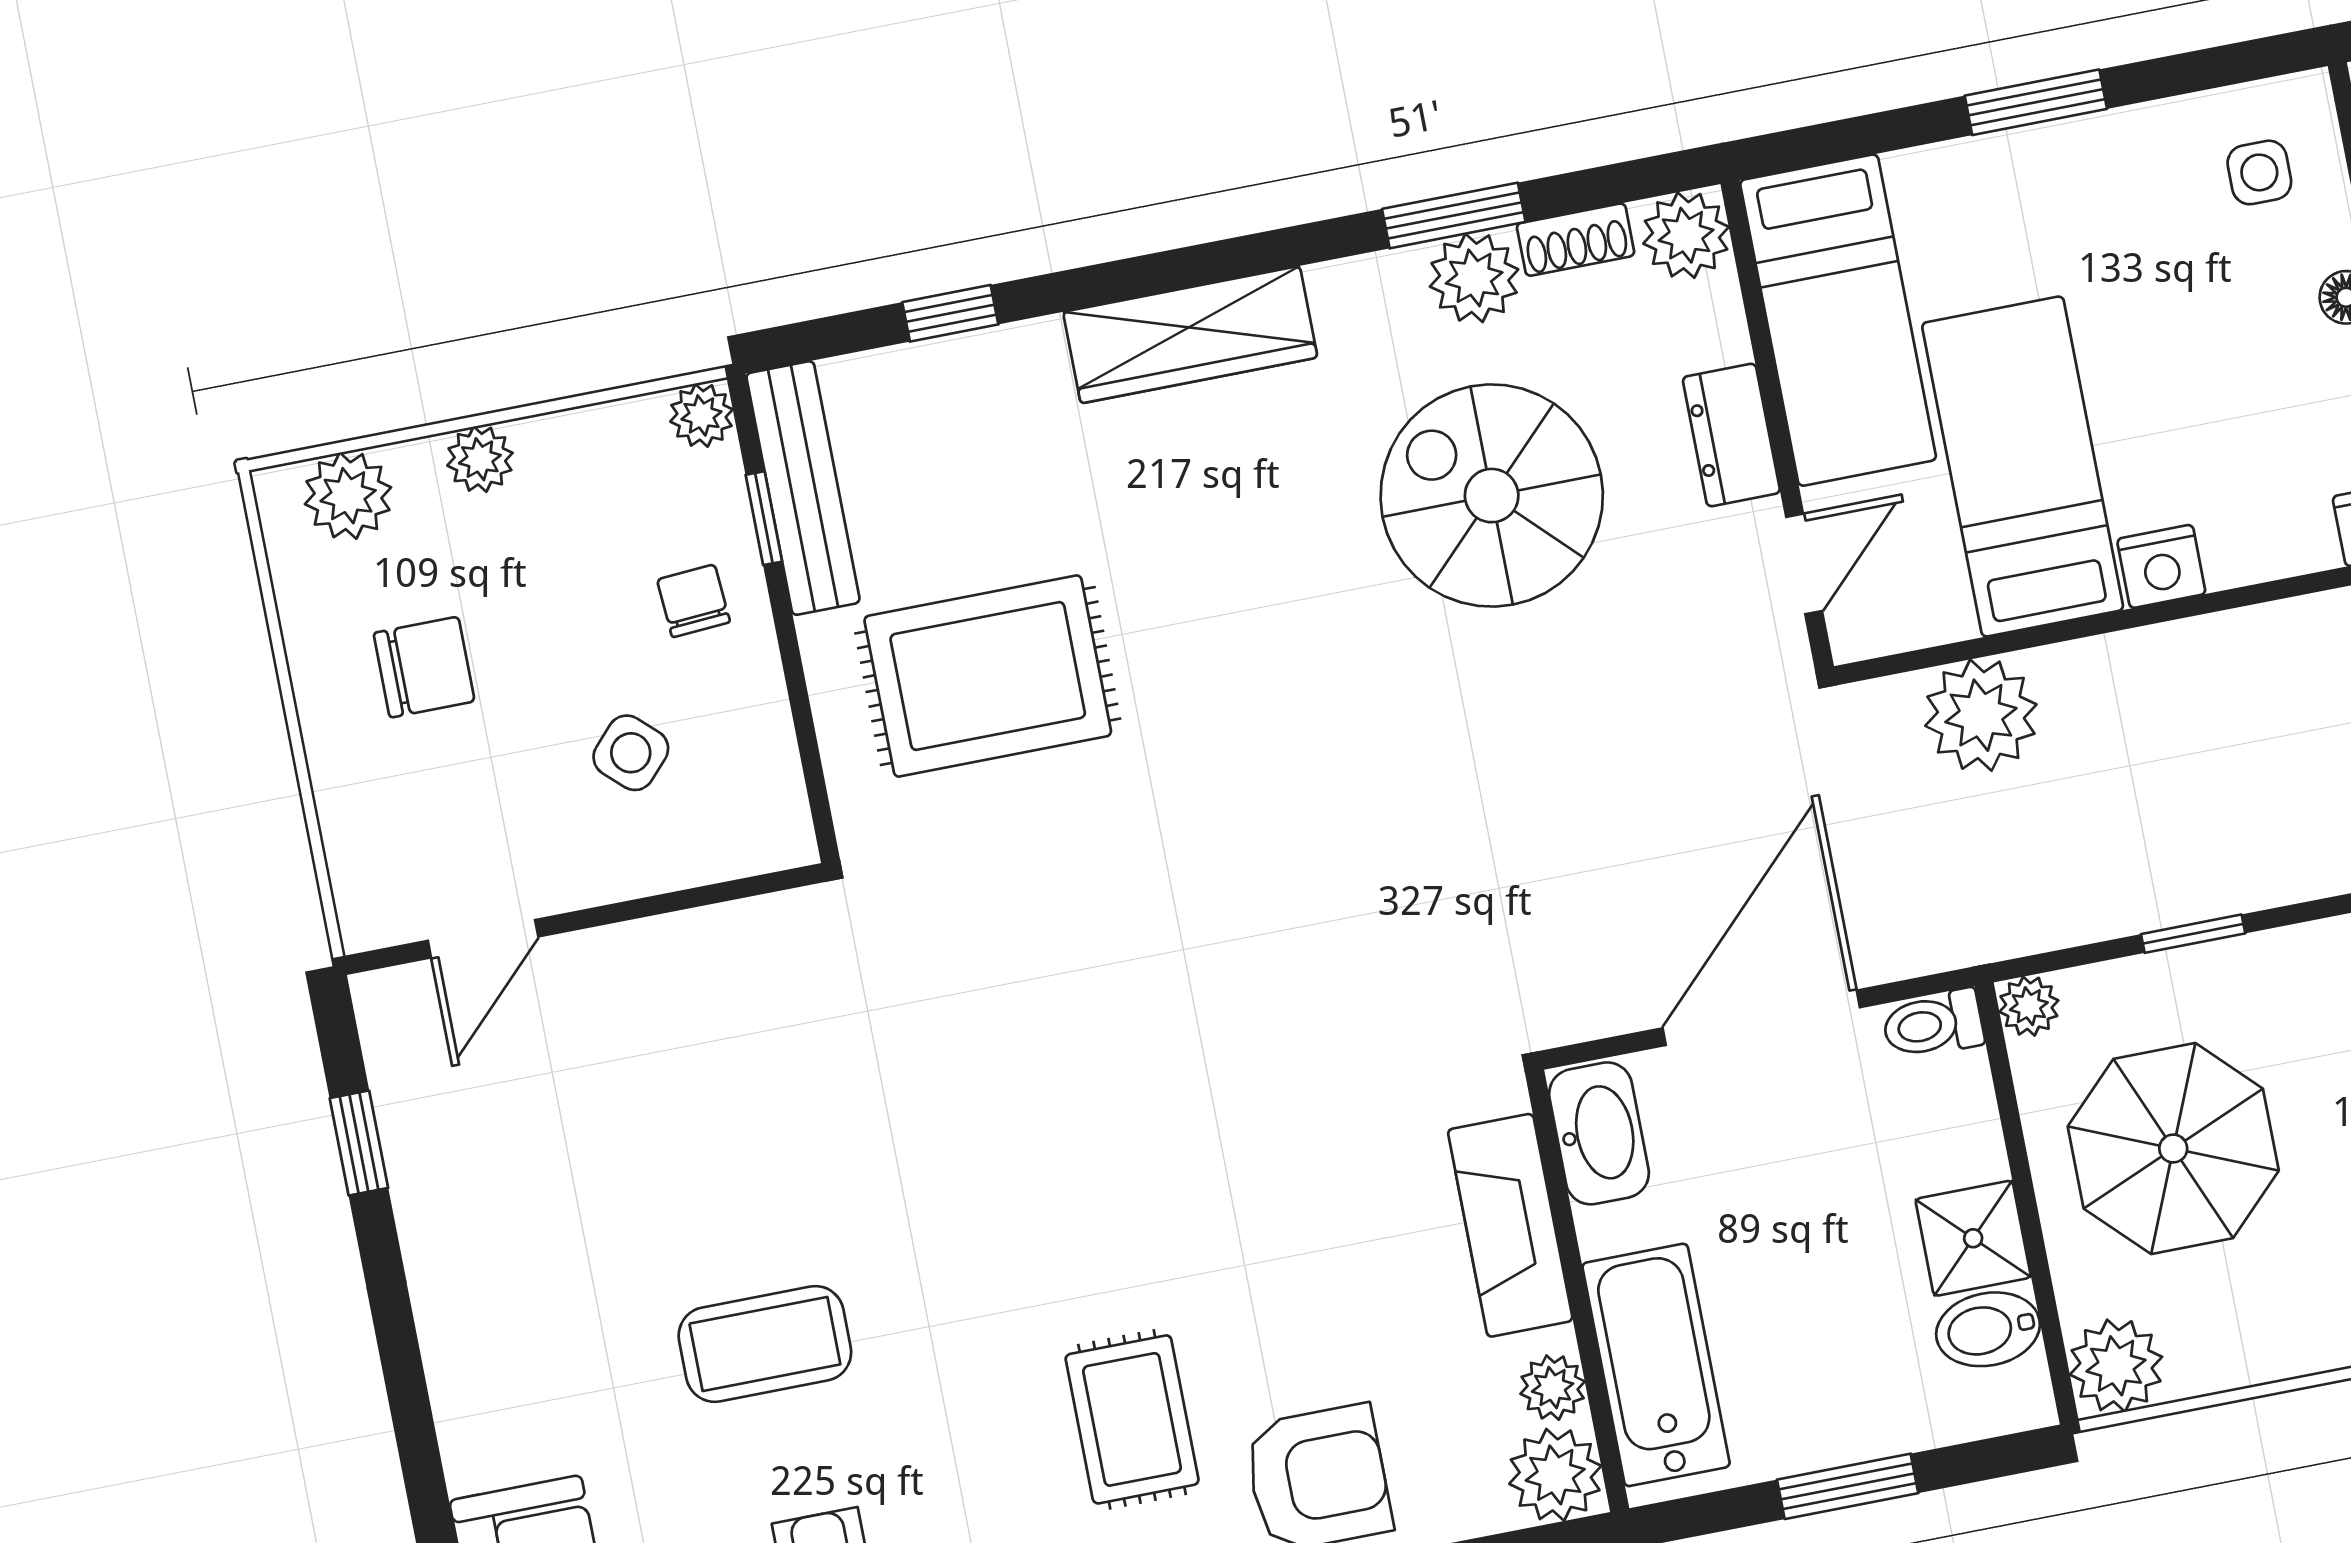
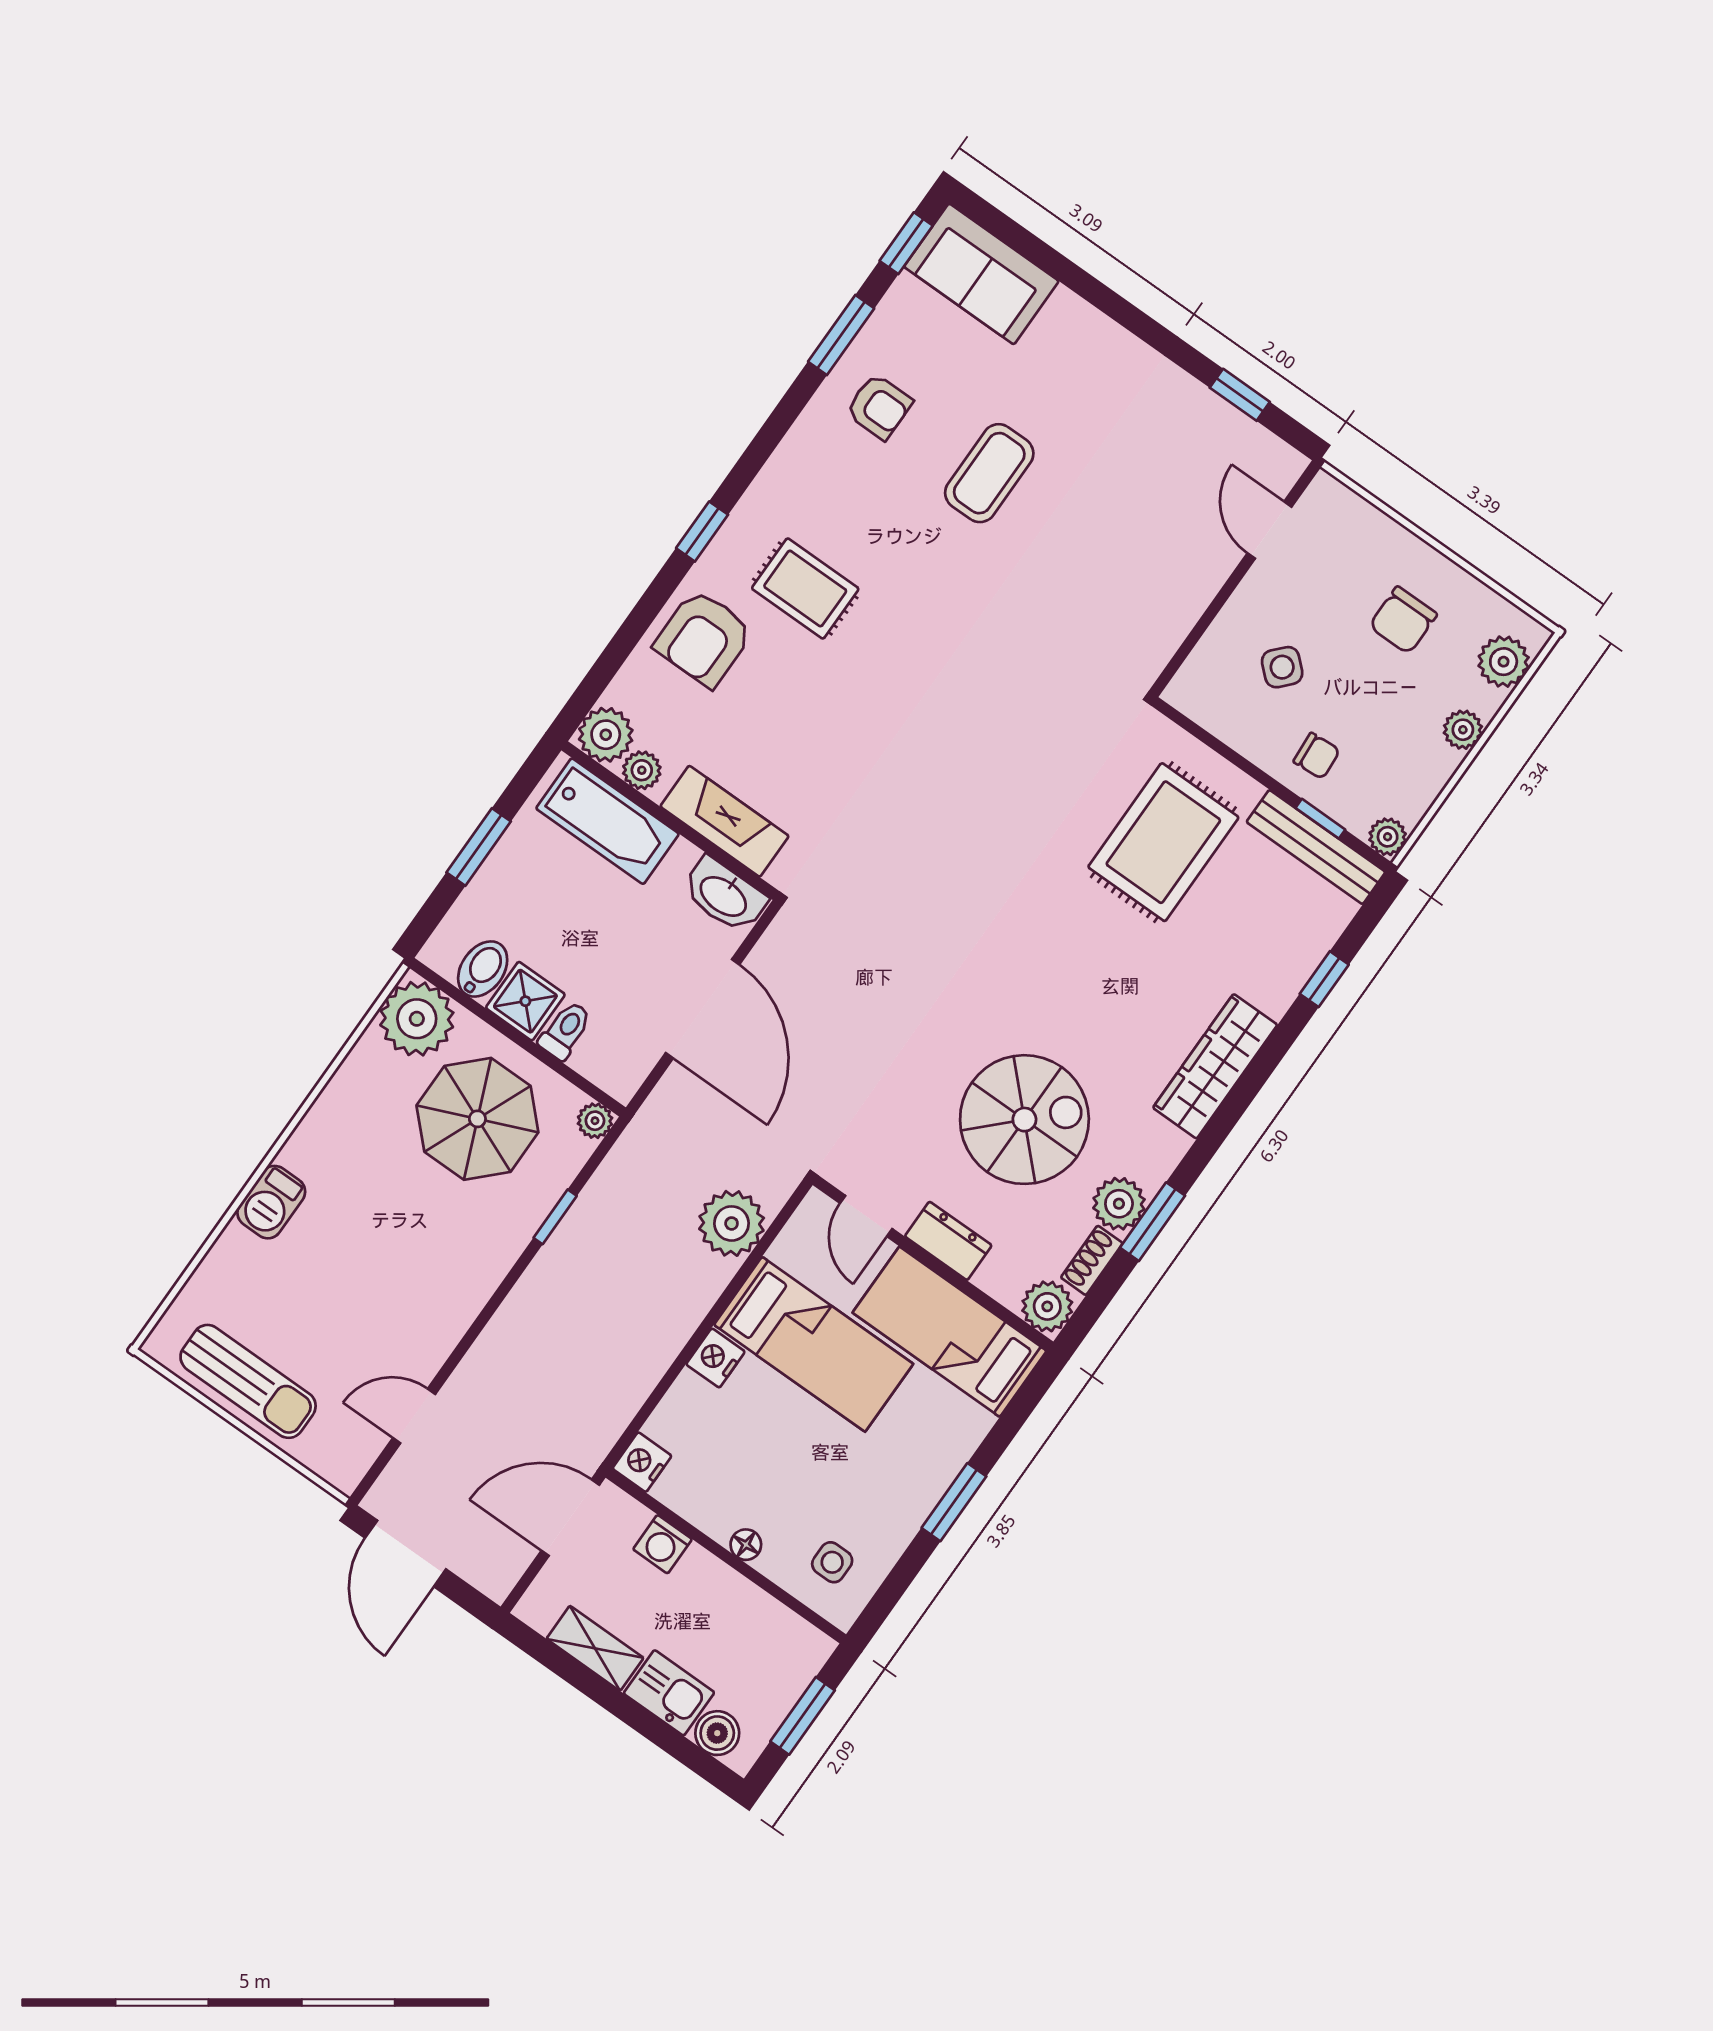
toilet: (1933, 1024) -> (565, 1030), moved
plant: (2116, 1366) -> (417, 1019), width x1.36, depth x1.36

